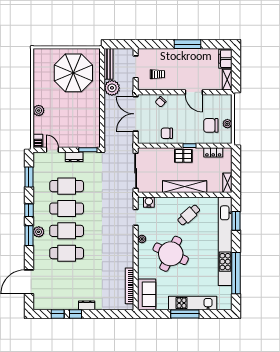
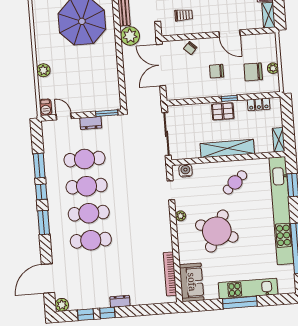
chair: (167, 133) -> (217, 71), moved
window: (29, 177) -> (39, 166), moved
plant: (39, 232) -> (62, 305), moved

